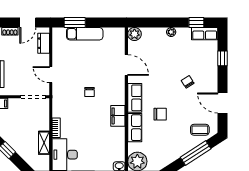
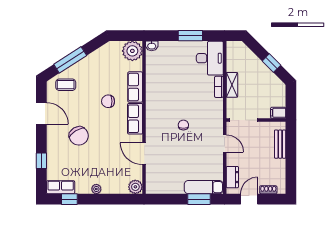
exam couch: (85, 34) -> (204, 187), moved
chair: (188, 82) -> (79, 136), width x1.87, depth x1.87
filing cabinet: (118, 116) -> (153, 99), removed
shelving: (44, 143) -> (232, 85), moved

